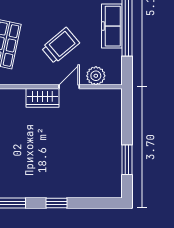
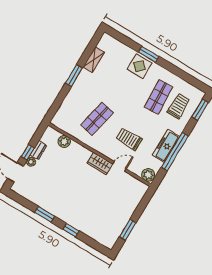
trolley: (60, 45) -> (129, 139), turned -140
plant: (96, 76) -> (148, 175), moved

